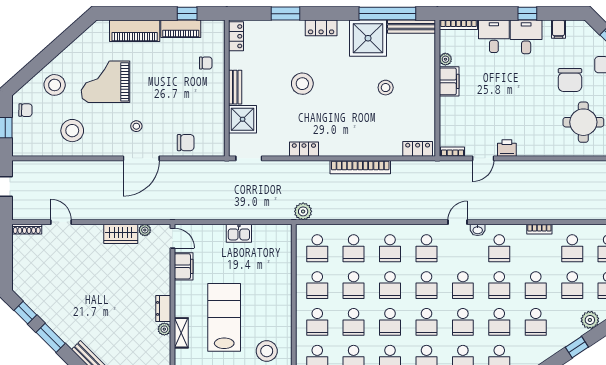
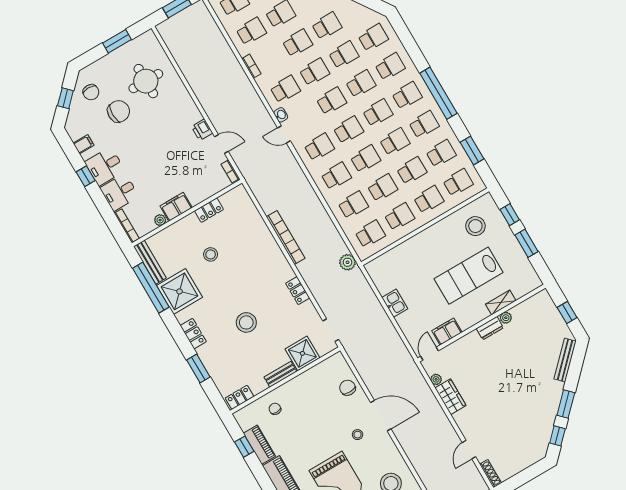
locker: (418, 149) -> (209, 210), moved, turned -90

